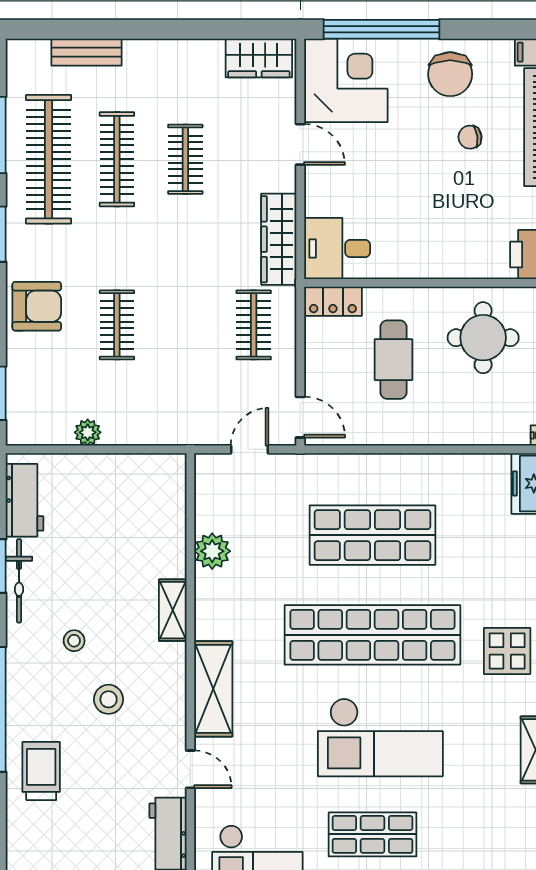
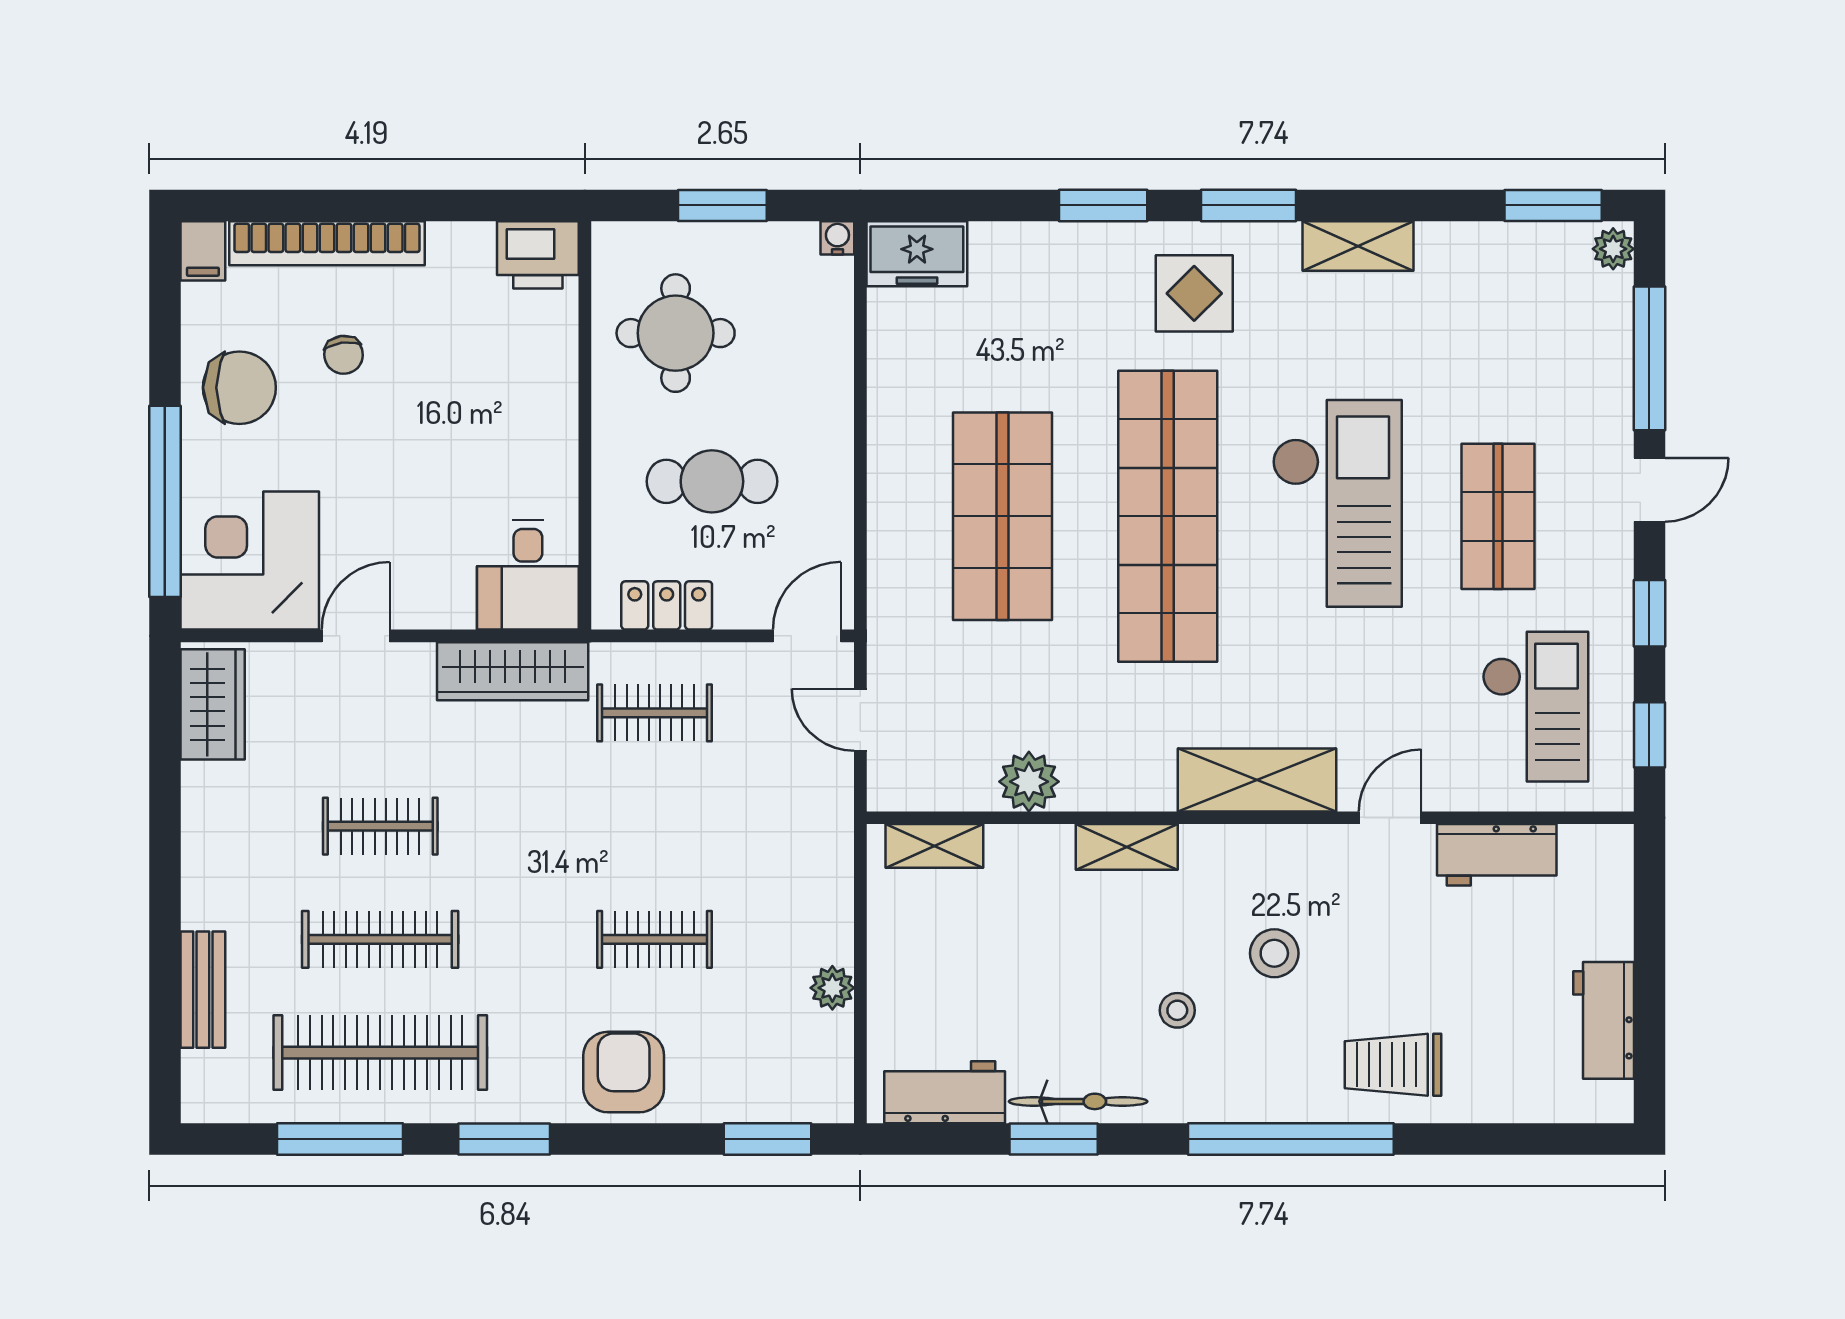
locker: (333, 301) -> (667, 605), moved, turned -90
shelving: (173, 494) -> (934, 846), added

